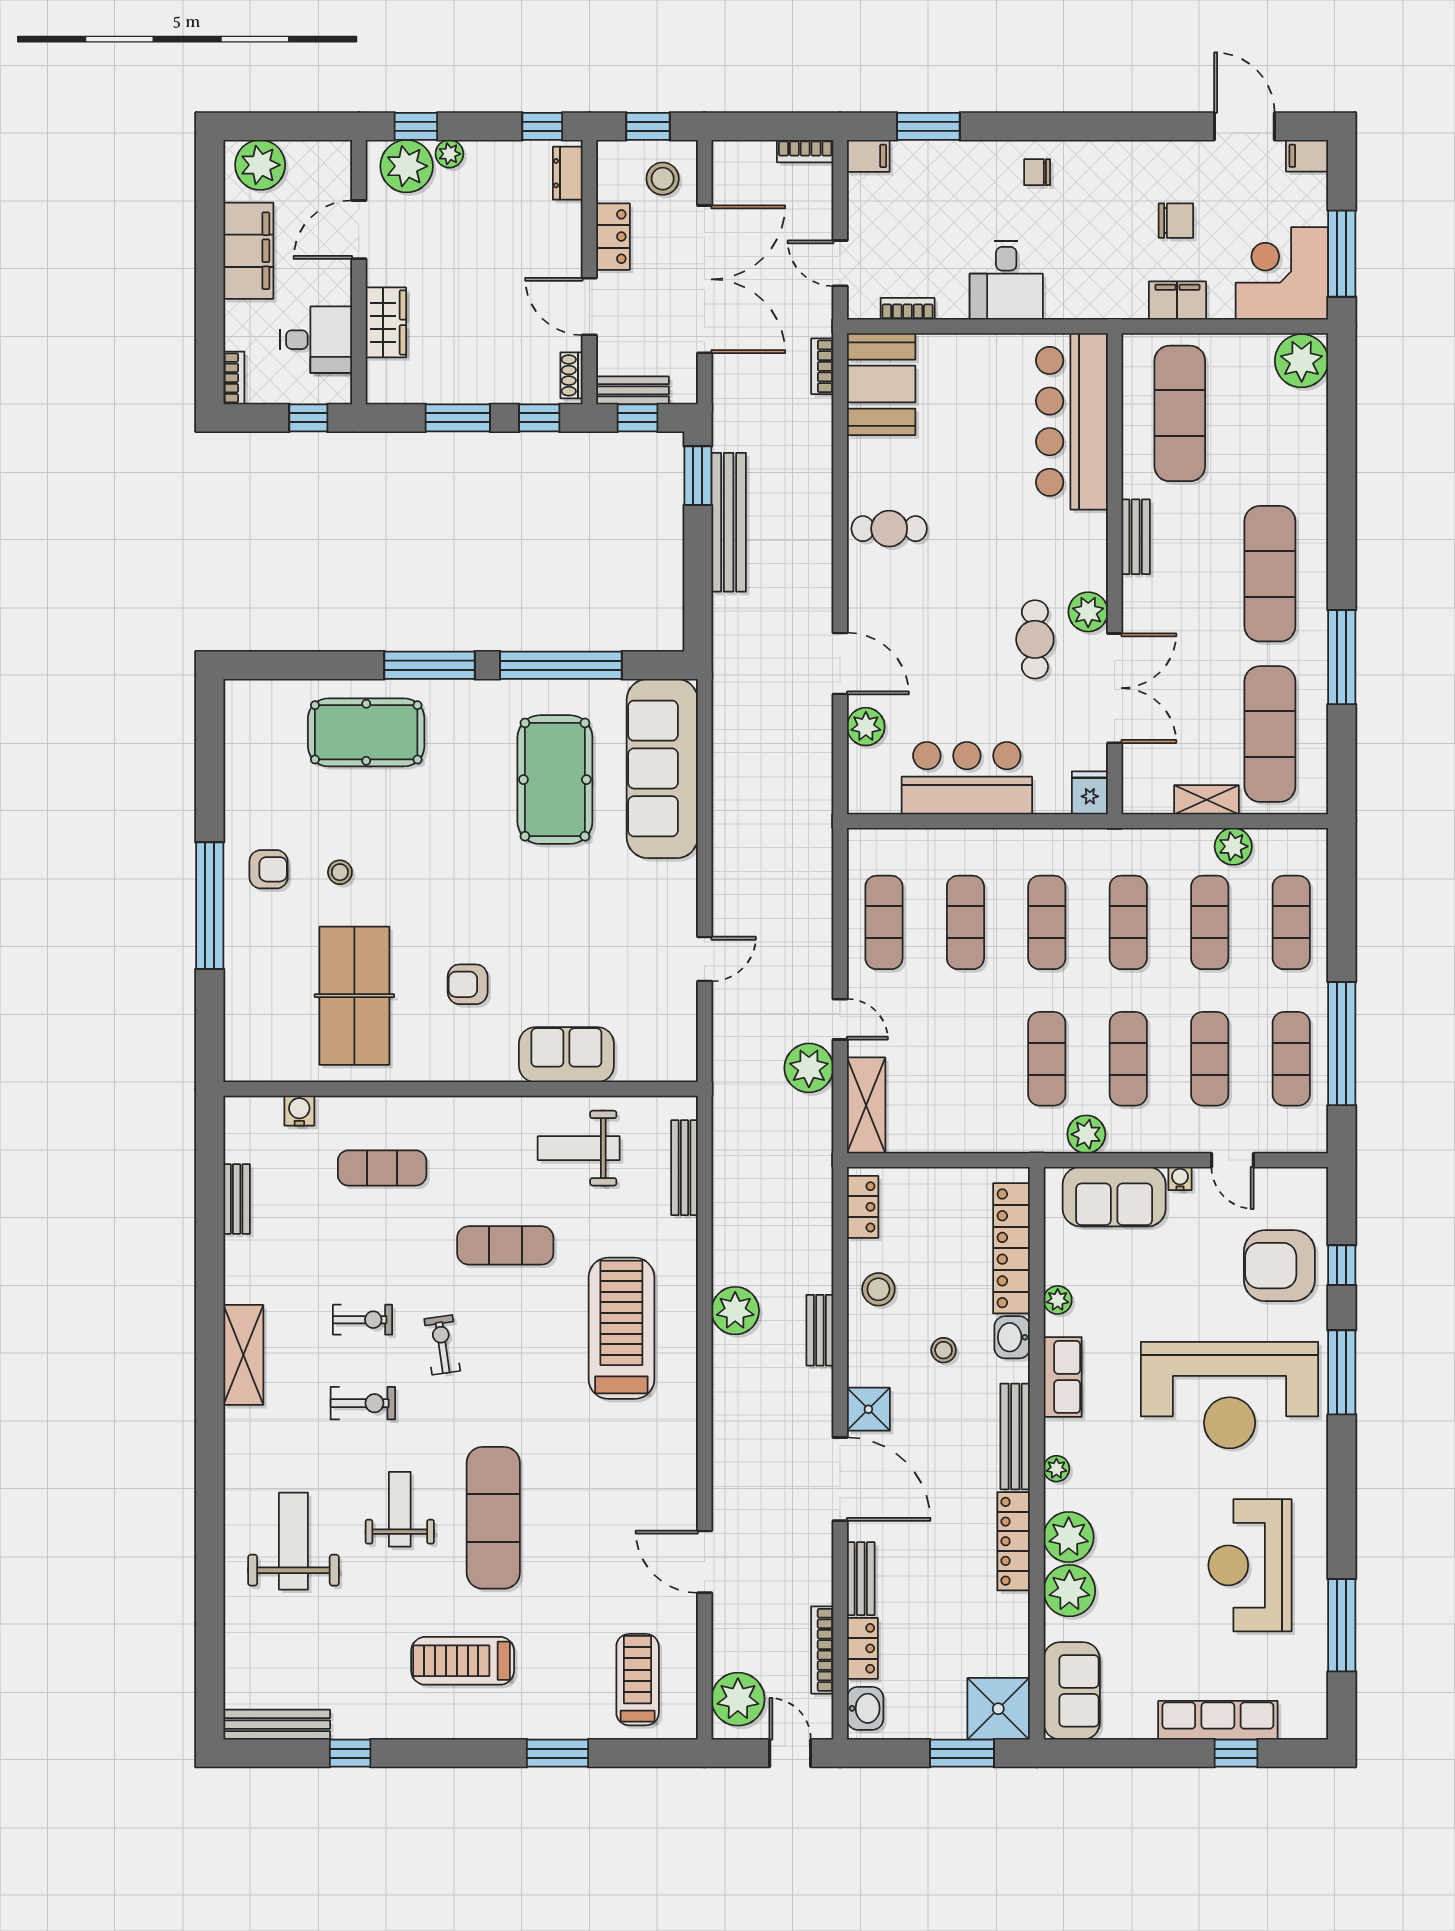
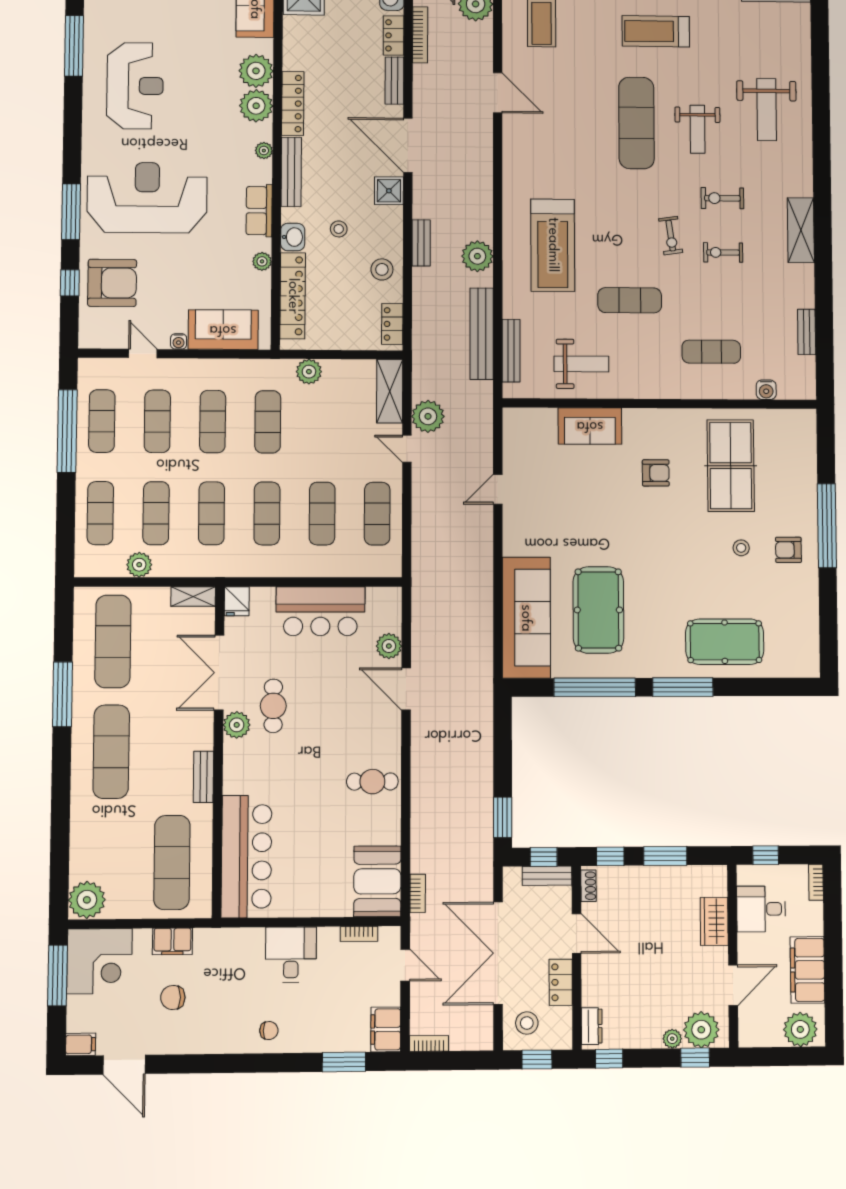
filing cabinet: (868, 156) -> (386, 1029), width x2.00
bench: (729, 522) -> (482, 334), moved
shelving: (1207, 800) -> (193, 596), moved
plant: (1086, 1134) -> (309, 372), moved
treadmill: (463, 1661) -> (656, 31), turned 180

